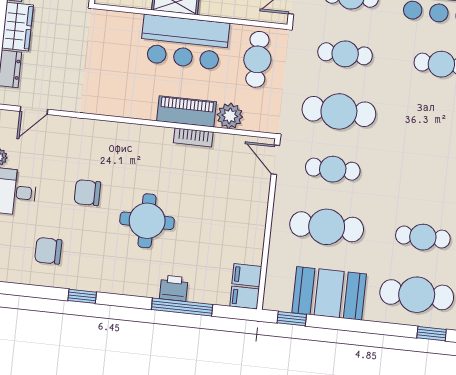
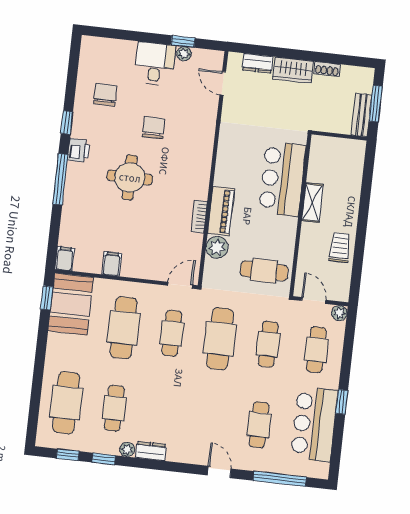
bar counter: (185, 42) -> (282, 179), moved
filing cabinet: (247, 275) -> (112, 264), moved
printer: (174, 288) -> (79, 150), moved
booth: (329, 293) -> (71, 304), moved
window: (182, 307) -> (60, 179), moved
window: (432, 334) -> (34, 415), removed

